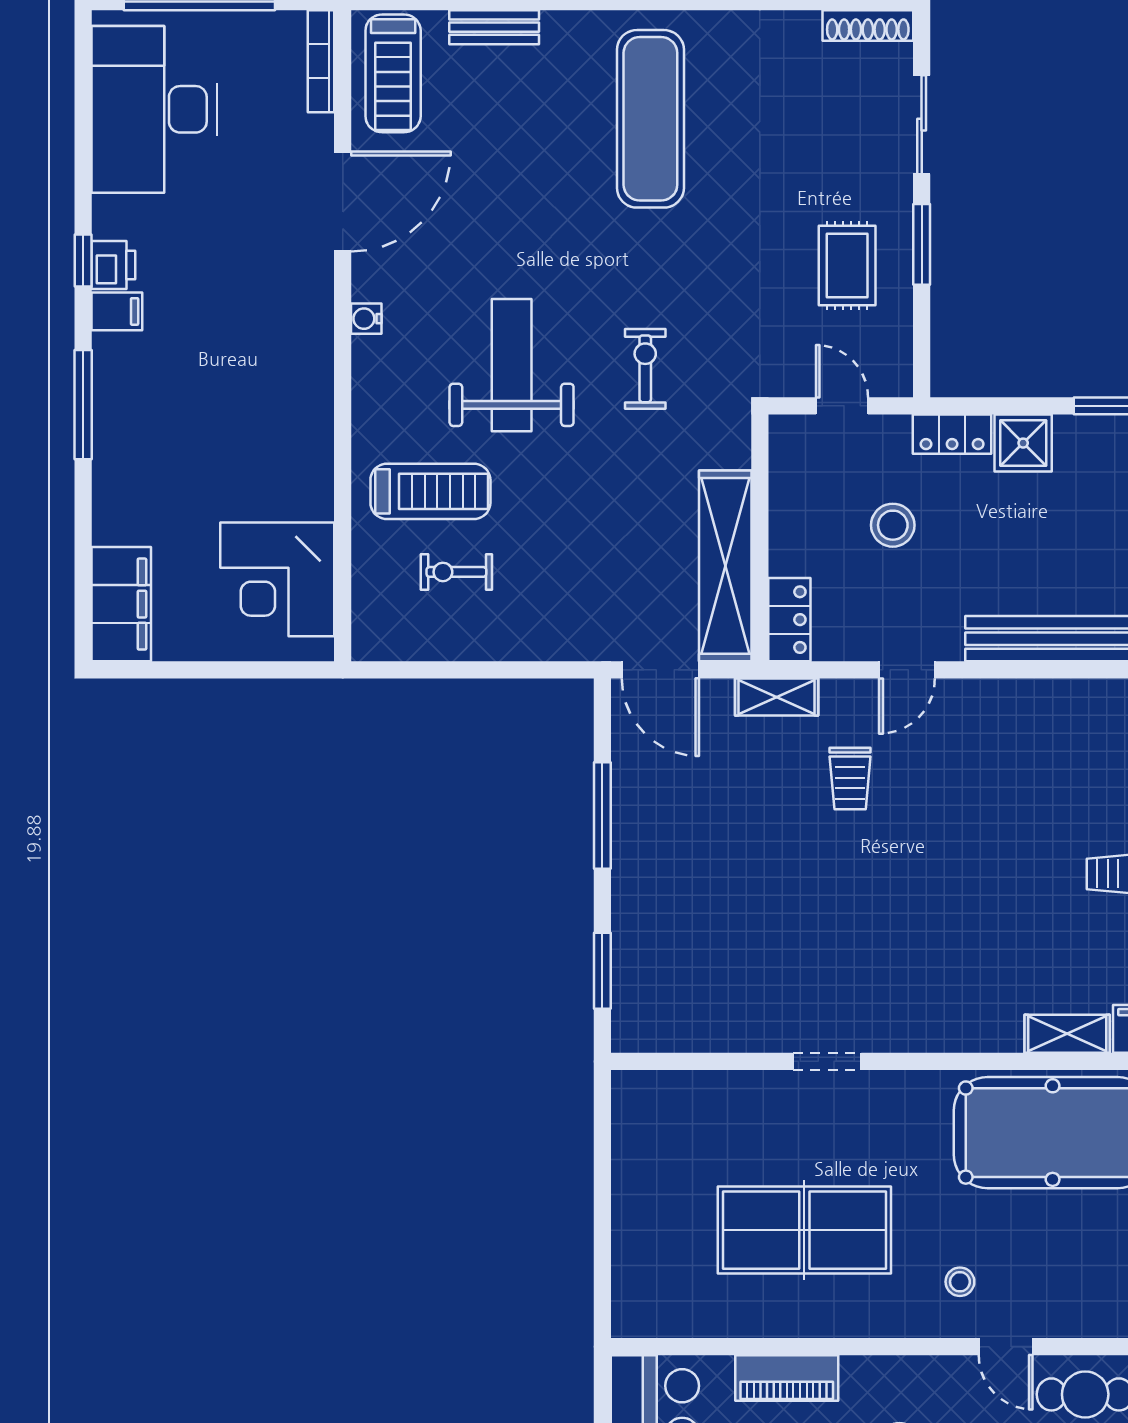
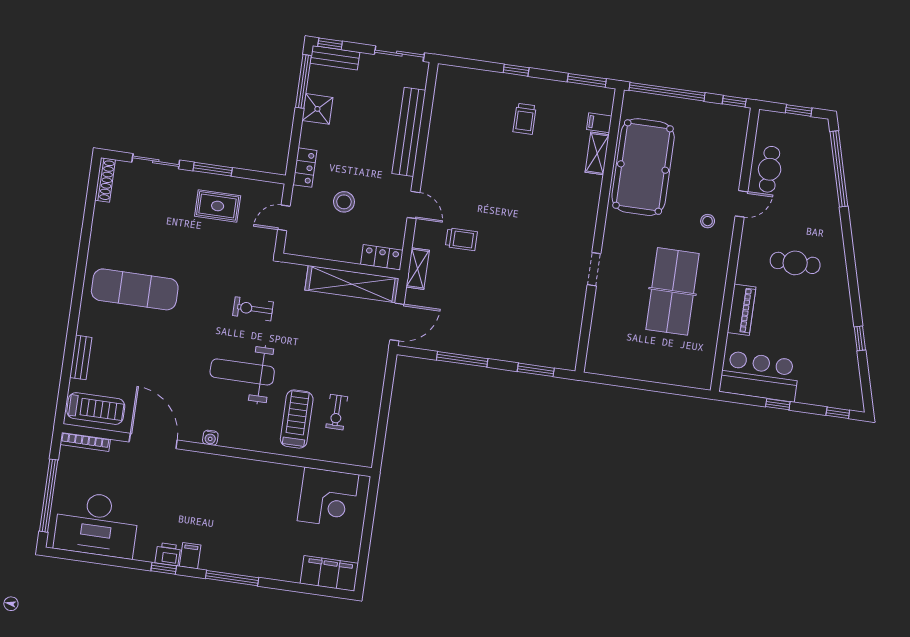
shower: (1023, 443) -> (317, 109), moved

